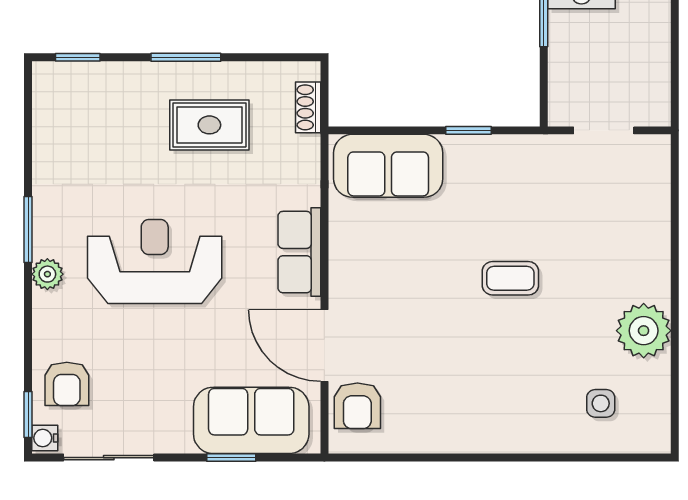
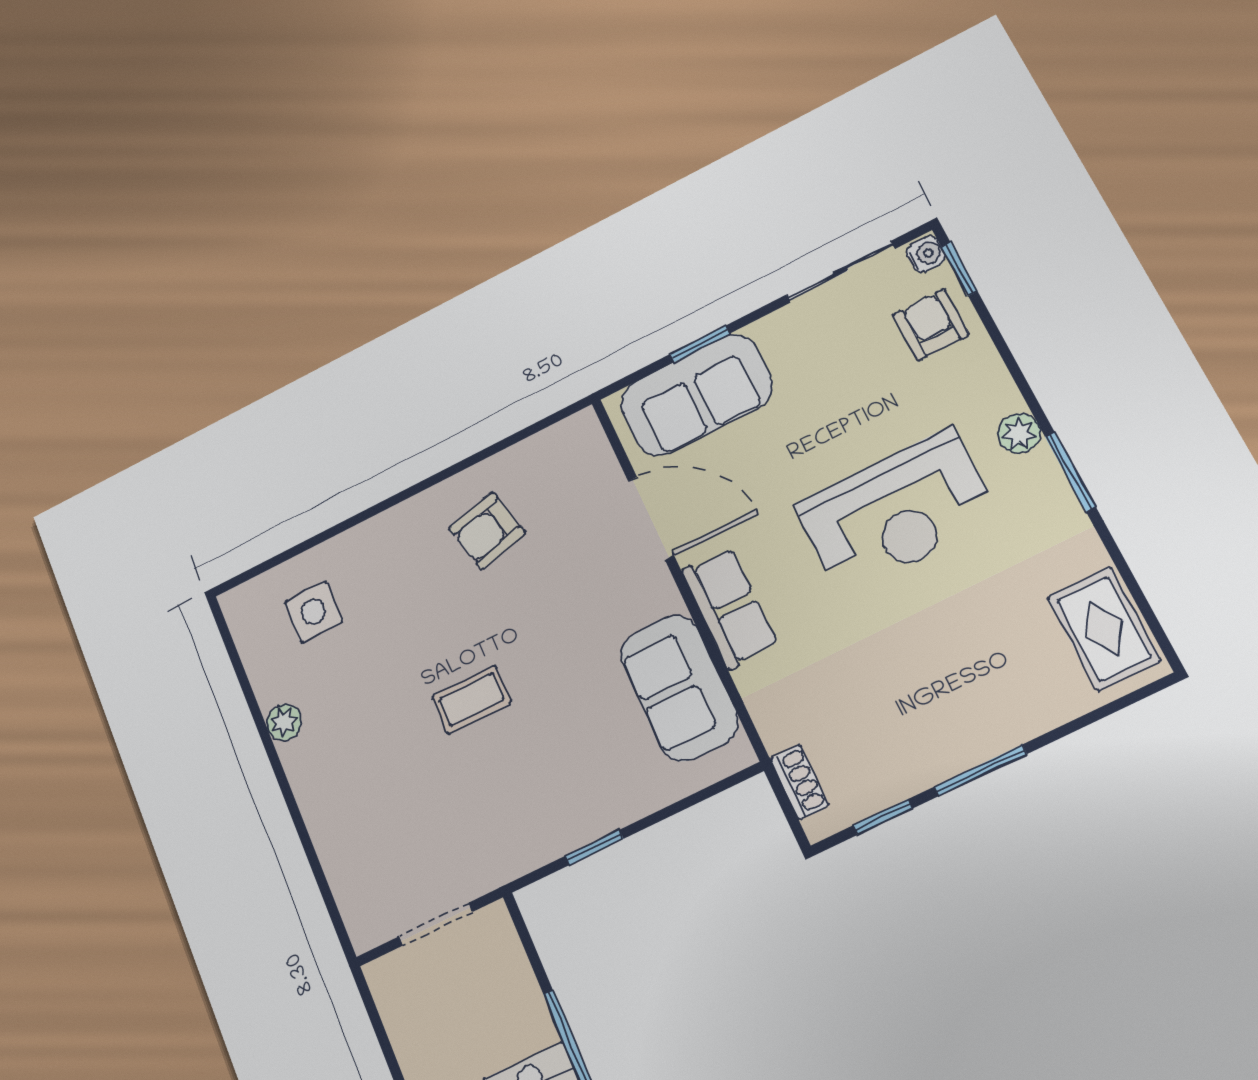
window: (78, 57) -> (883, 817), moved
rug: (209, 125) -> (1104, 629), moved, turned 90
sofa: (388, 166) -> (679, 688), moved, turned -90
plant: (644, 331) -> (284, 722), width x0.53, depth x0.53
side table: (601, 403) -> (313, 612), width x1.37, depth x1.37
armchair: (357, 406) -> (487, 531), moved, turned -104

